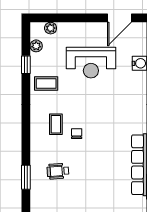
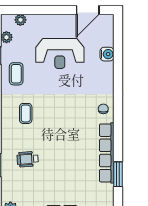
coffee table: (46, 83) -> (16, 74), turned 90
chair: (77, 134) -> (103, 109), moved

